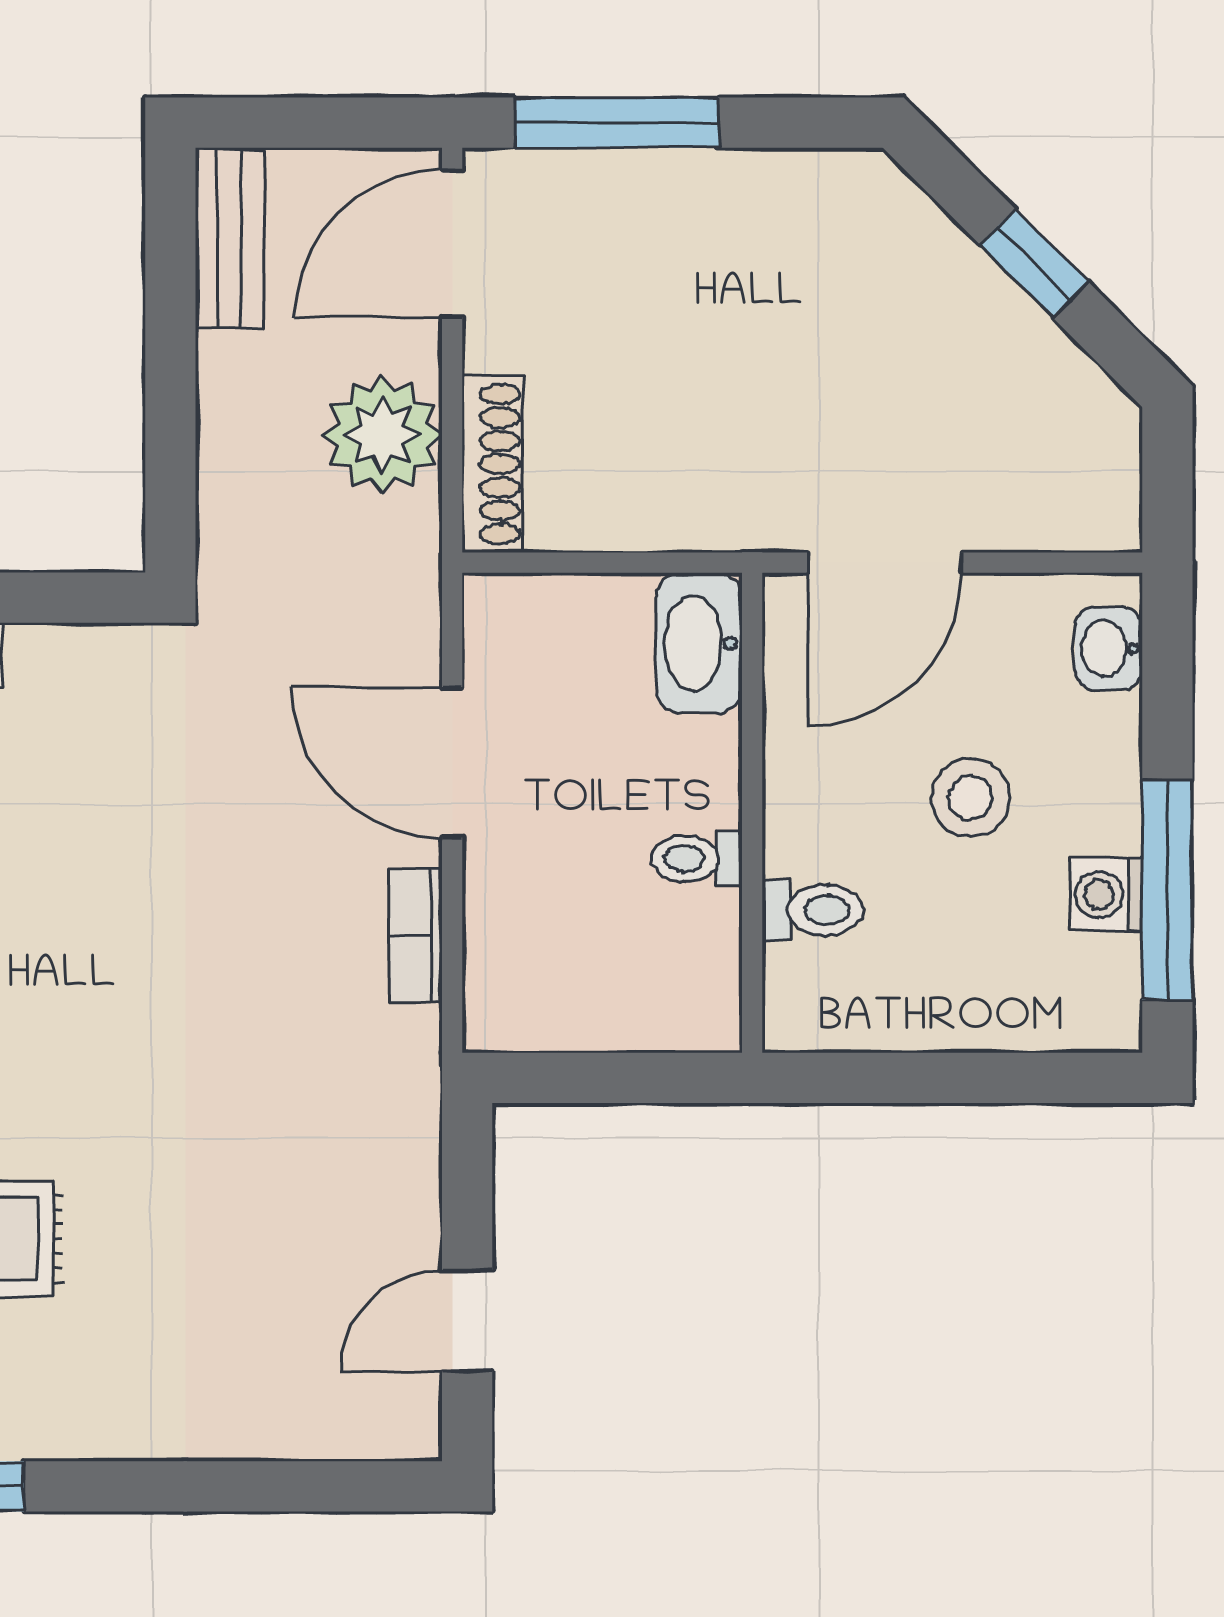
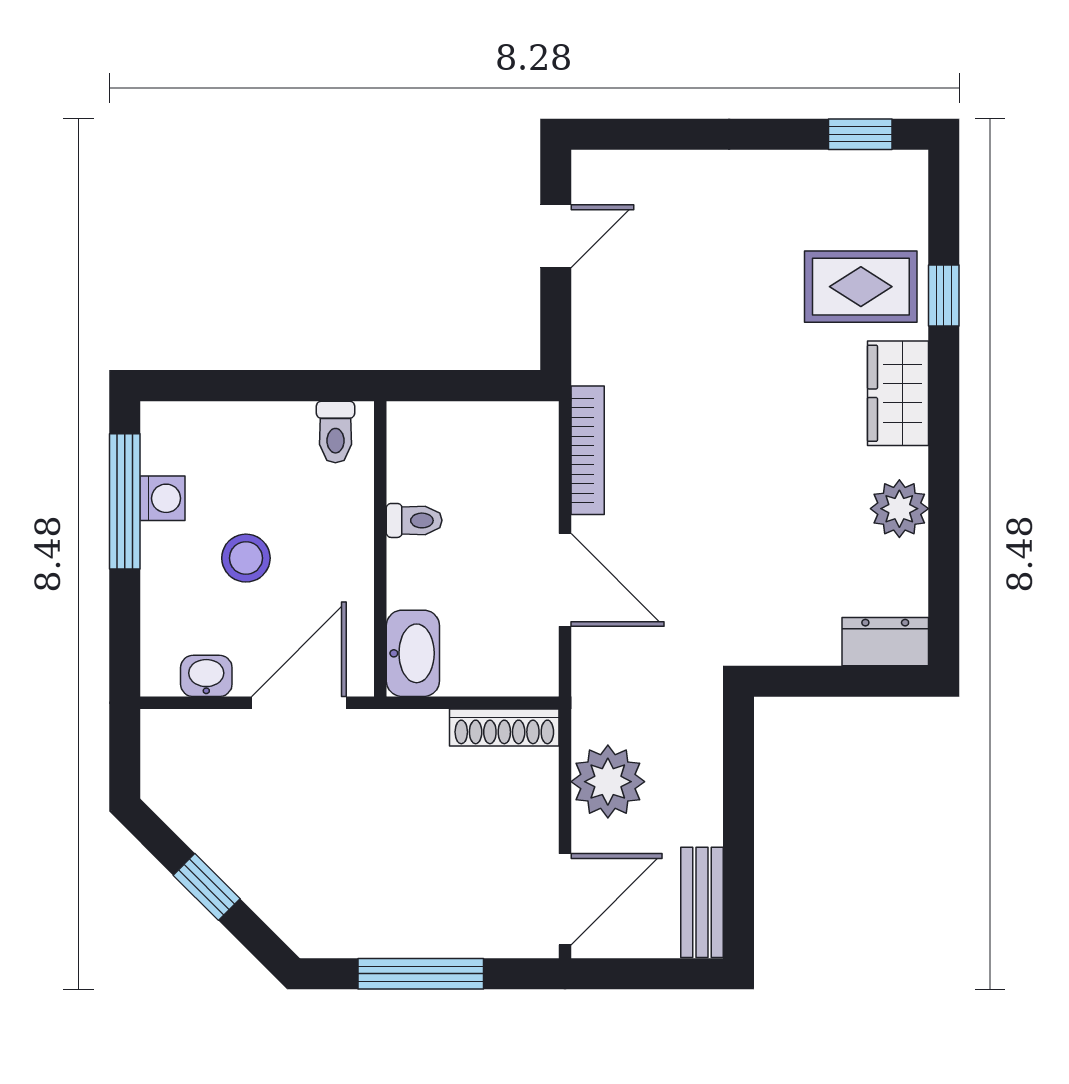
window: (617, 123) -> (421, 974), moved
shoe rack: (492, 464) -> (504, 727), moved, turned -90
washbasin: (1109, 648) -> (206, 676), moved, turned -90
toilet: (813, 910) -> (335, 432), moved, turned -90
bookcase: (415, 935) -> (588, 450), width x1.56

